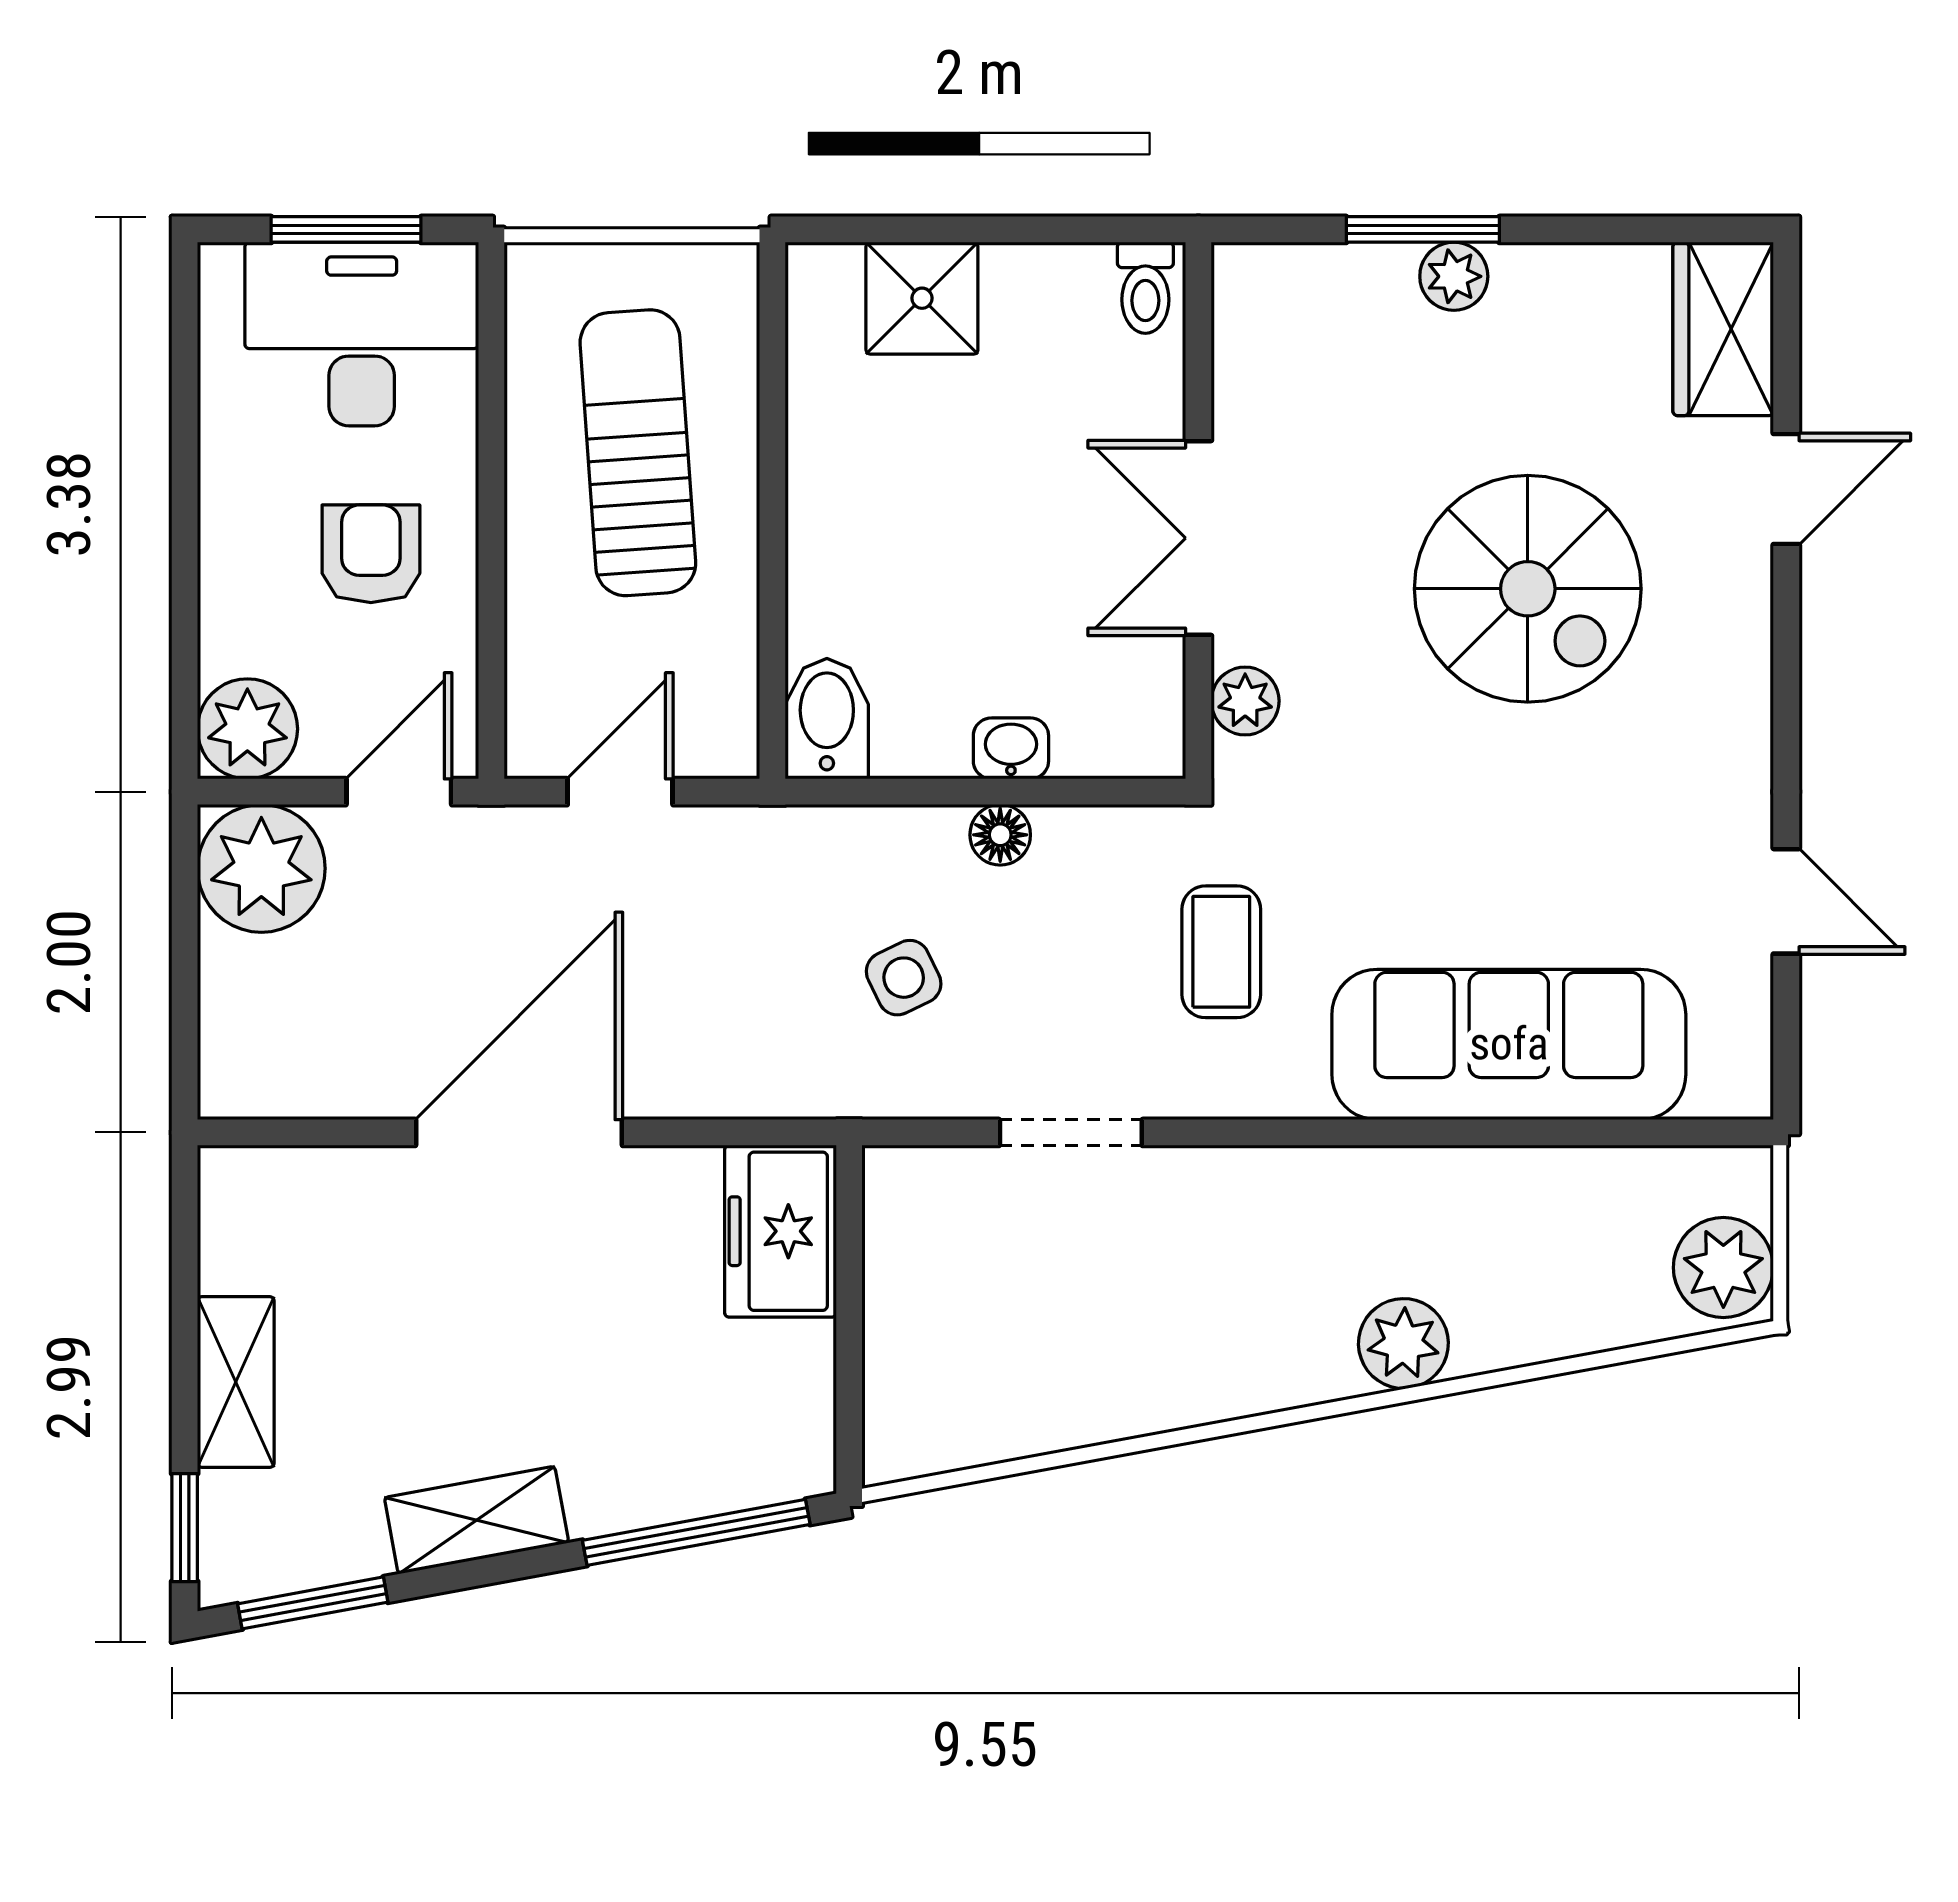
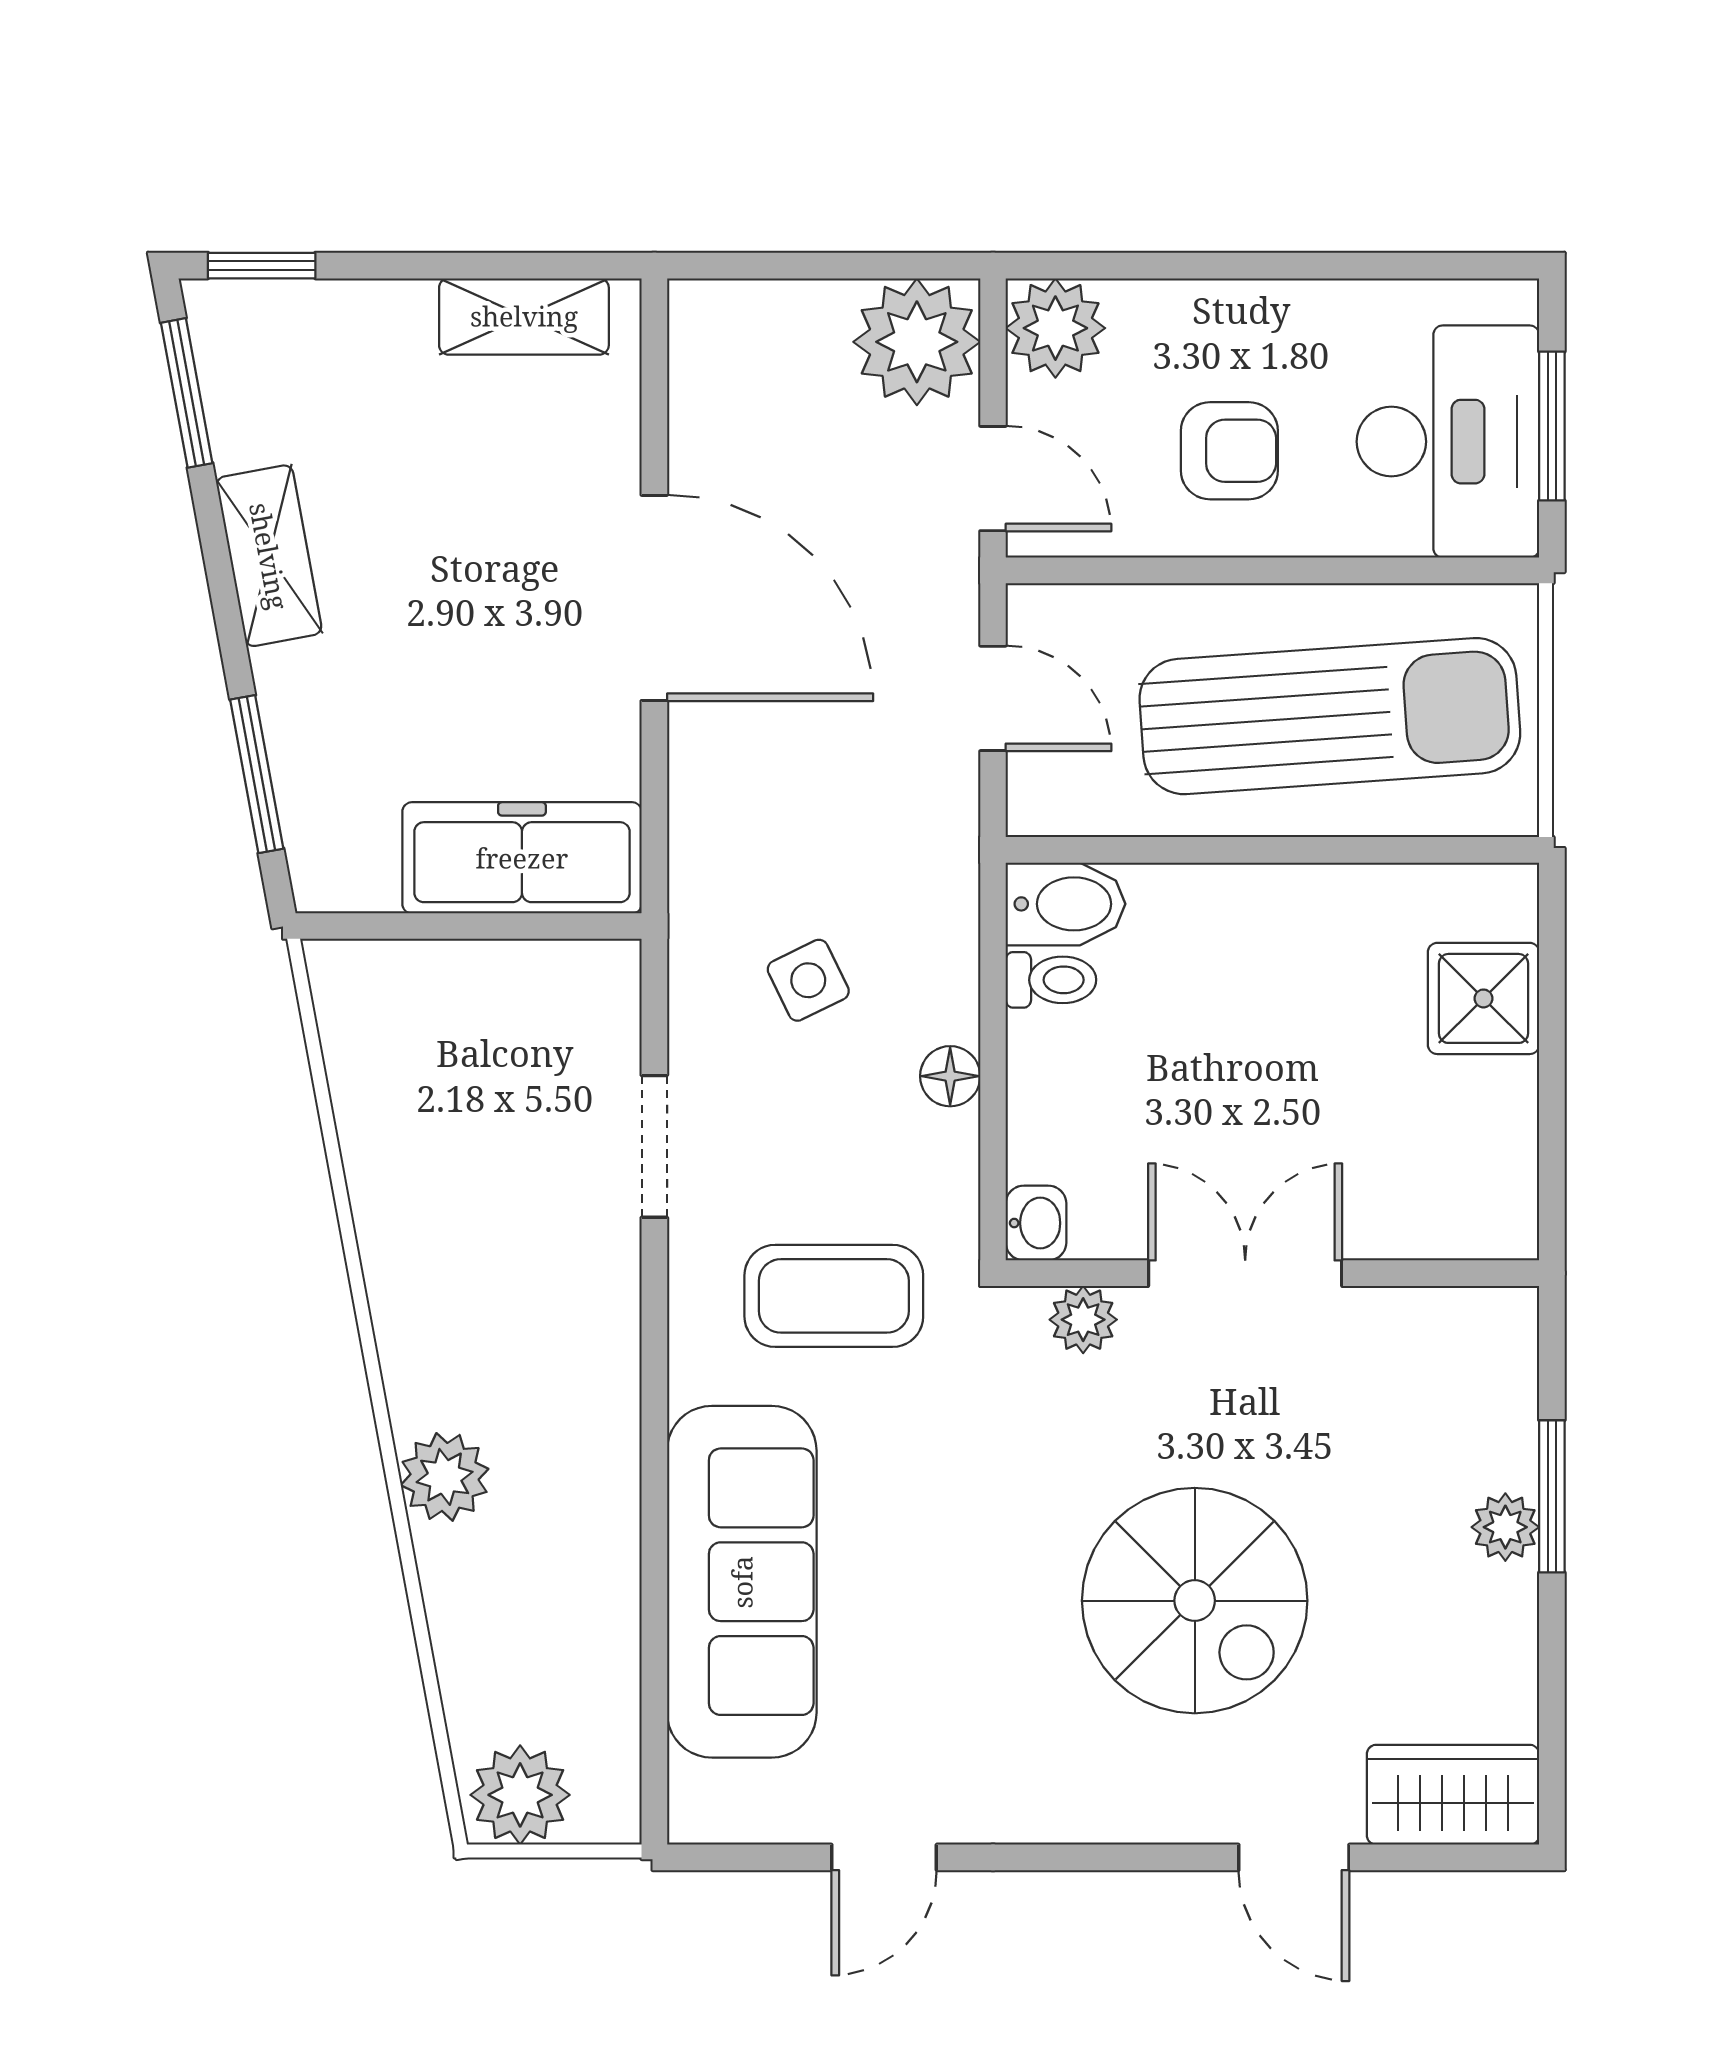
toilet: (1145, 288) -> (1051, 980), moved, turned 180
sun lounger: (638, 453) -> (1330, 716), width x1.36, depth x1.34
spiral stairs: (1528, 589) -> (1195, 1601), turned -90
washbasin: (1011, 748) -> (1036, 1223), moved
coffee table: (1221, 952) -> (834, 1296), width x1.36, depth x1.30
freezer: (780, 1231) -> (522, 858), width x1.40
shelving: (236, 1382) -> (524, 316), moved
window: (696, 1532) -> (257, 774), width x0.69

